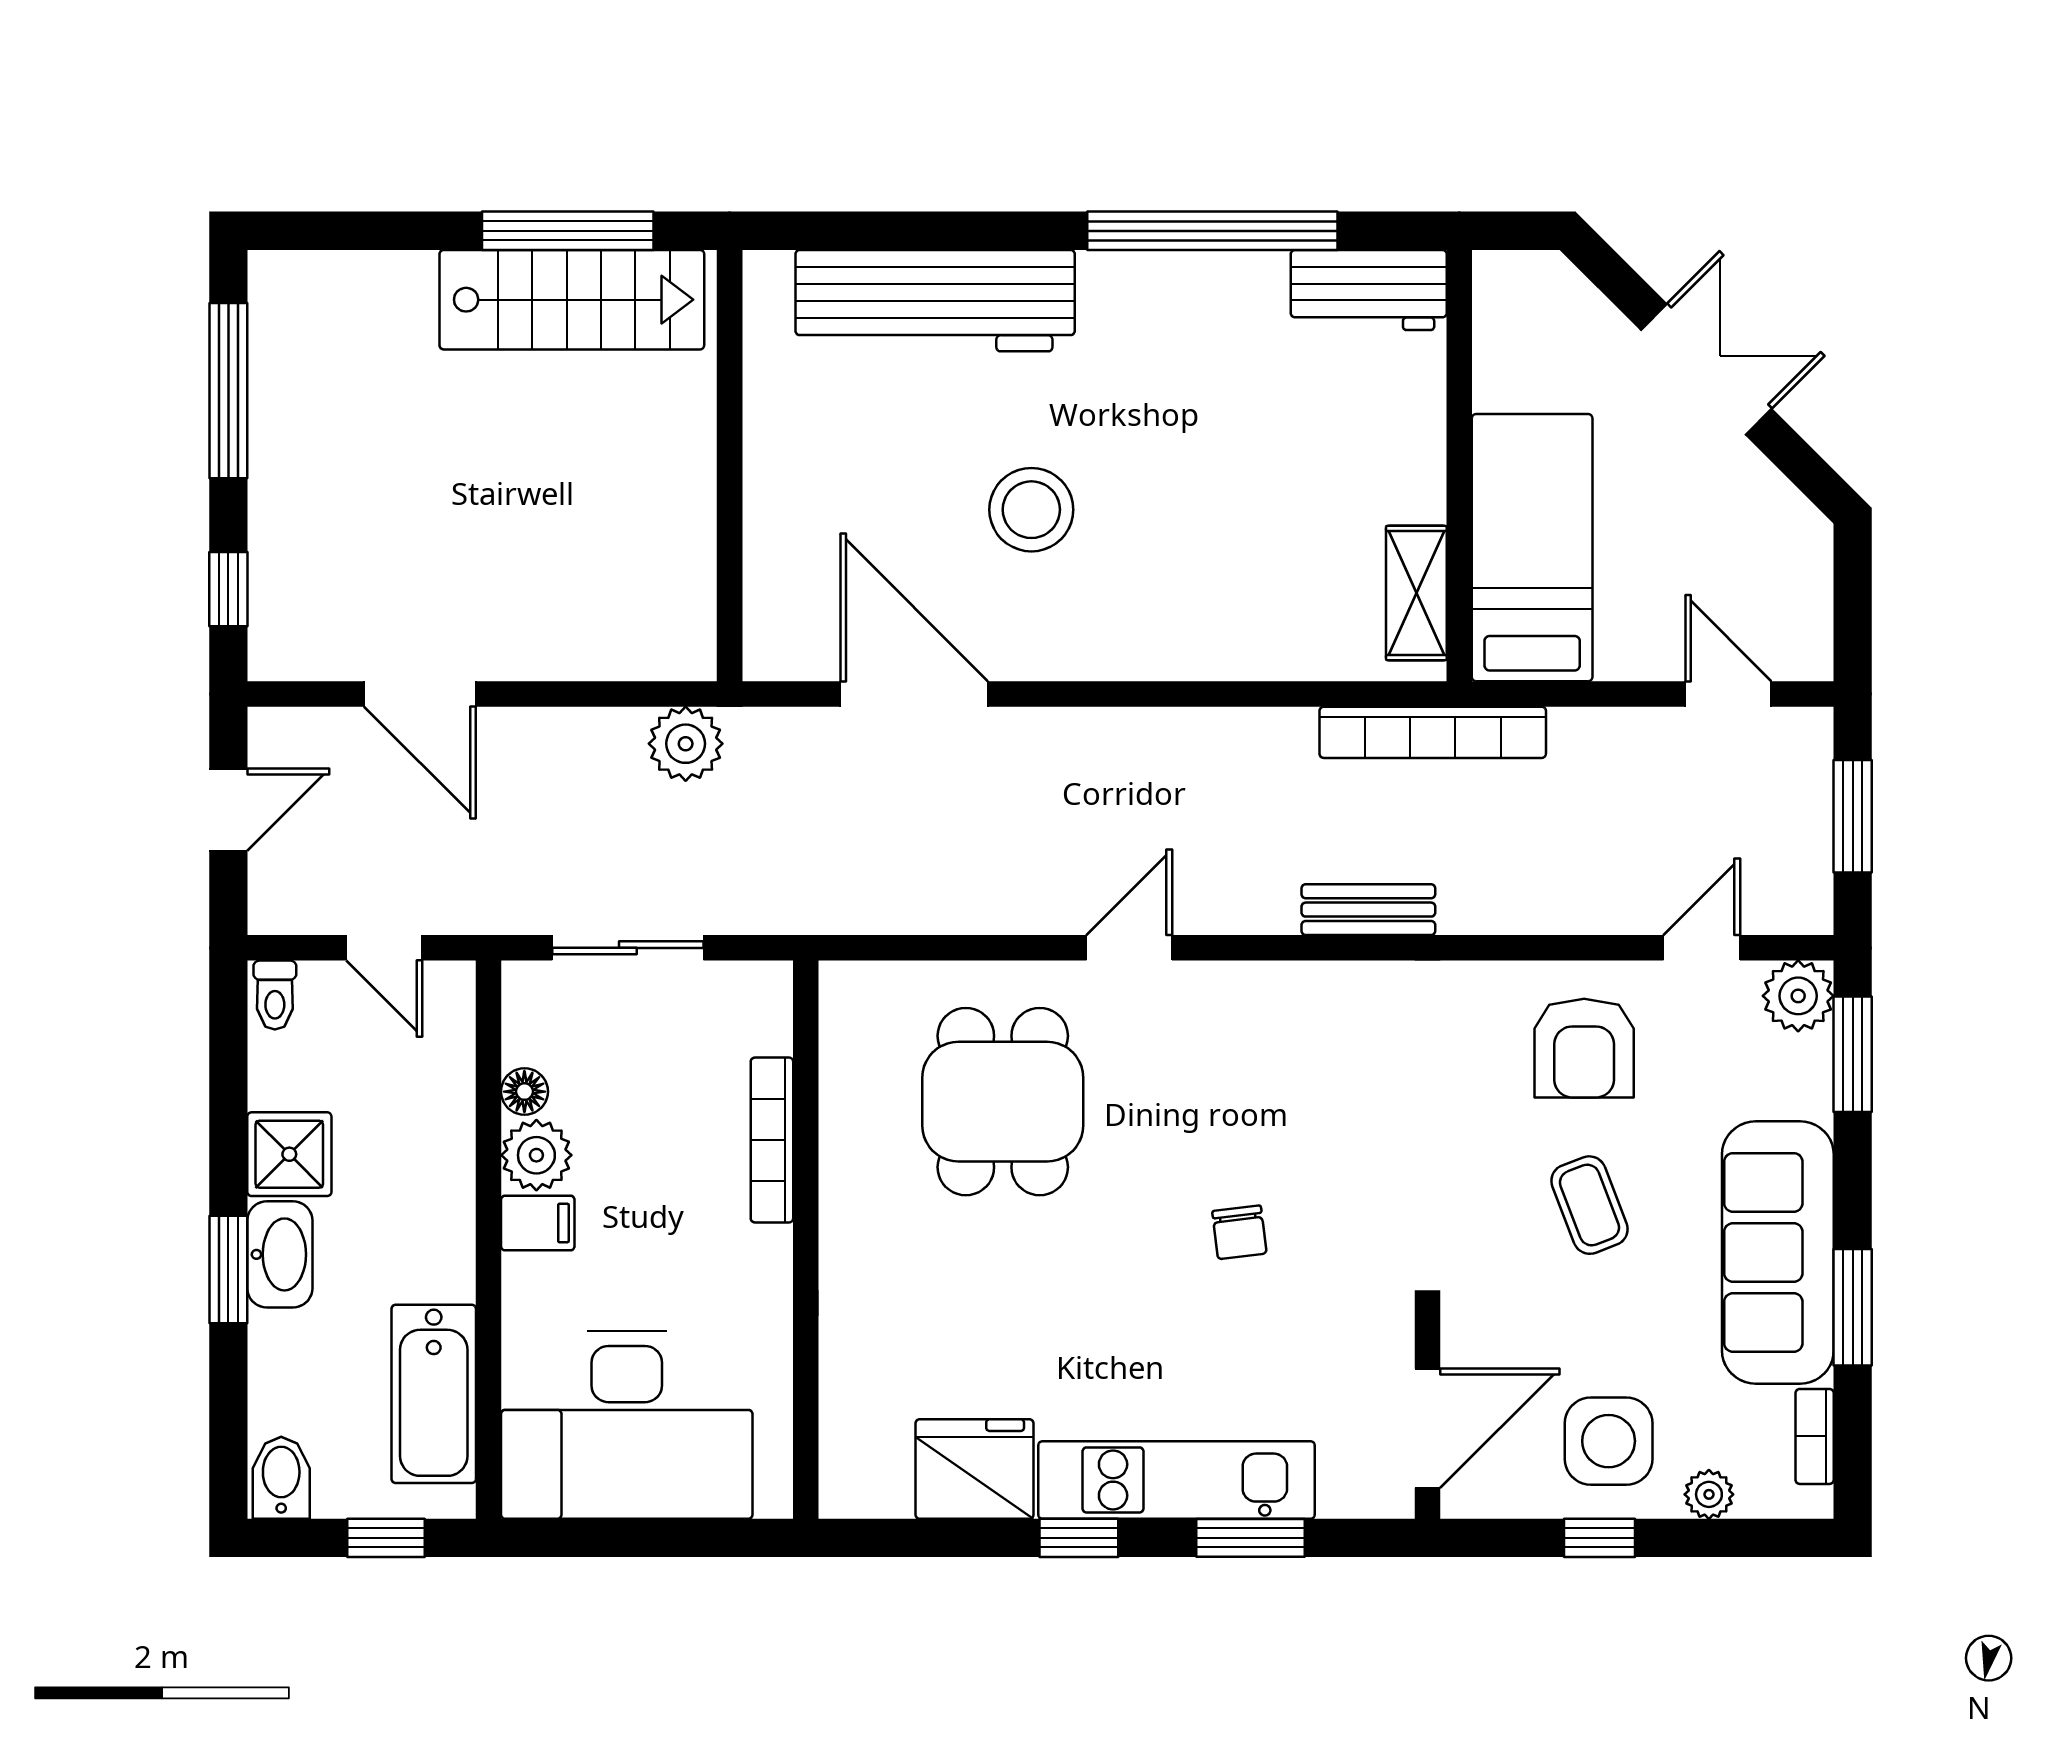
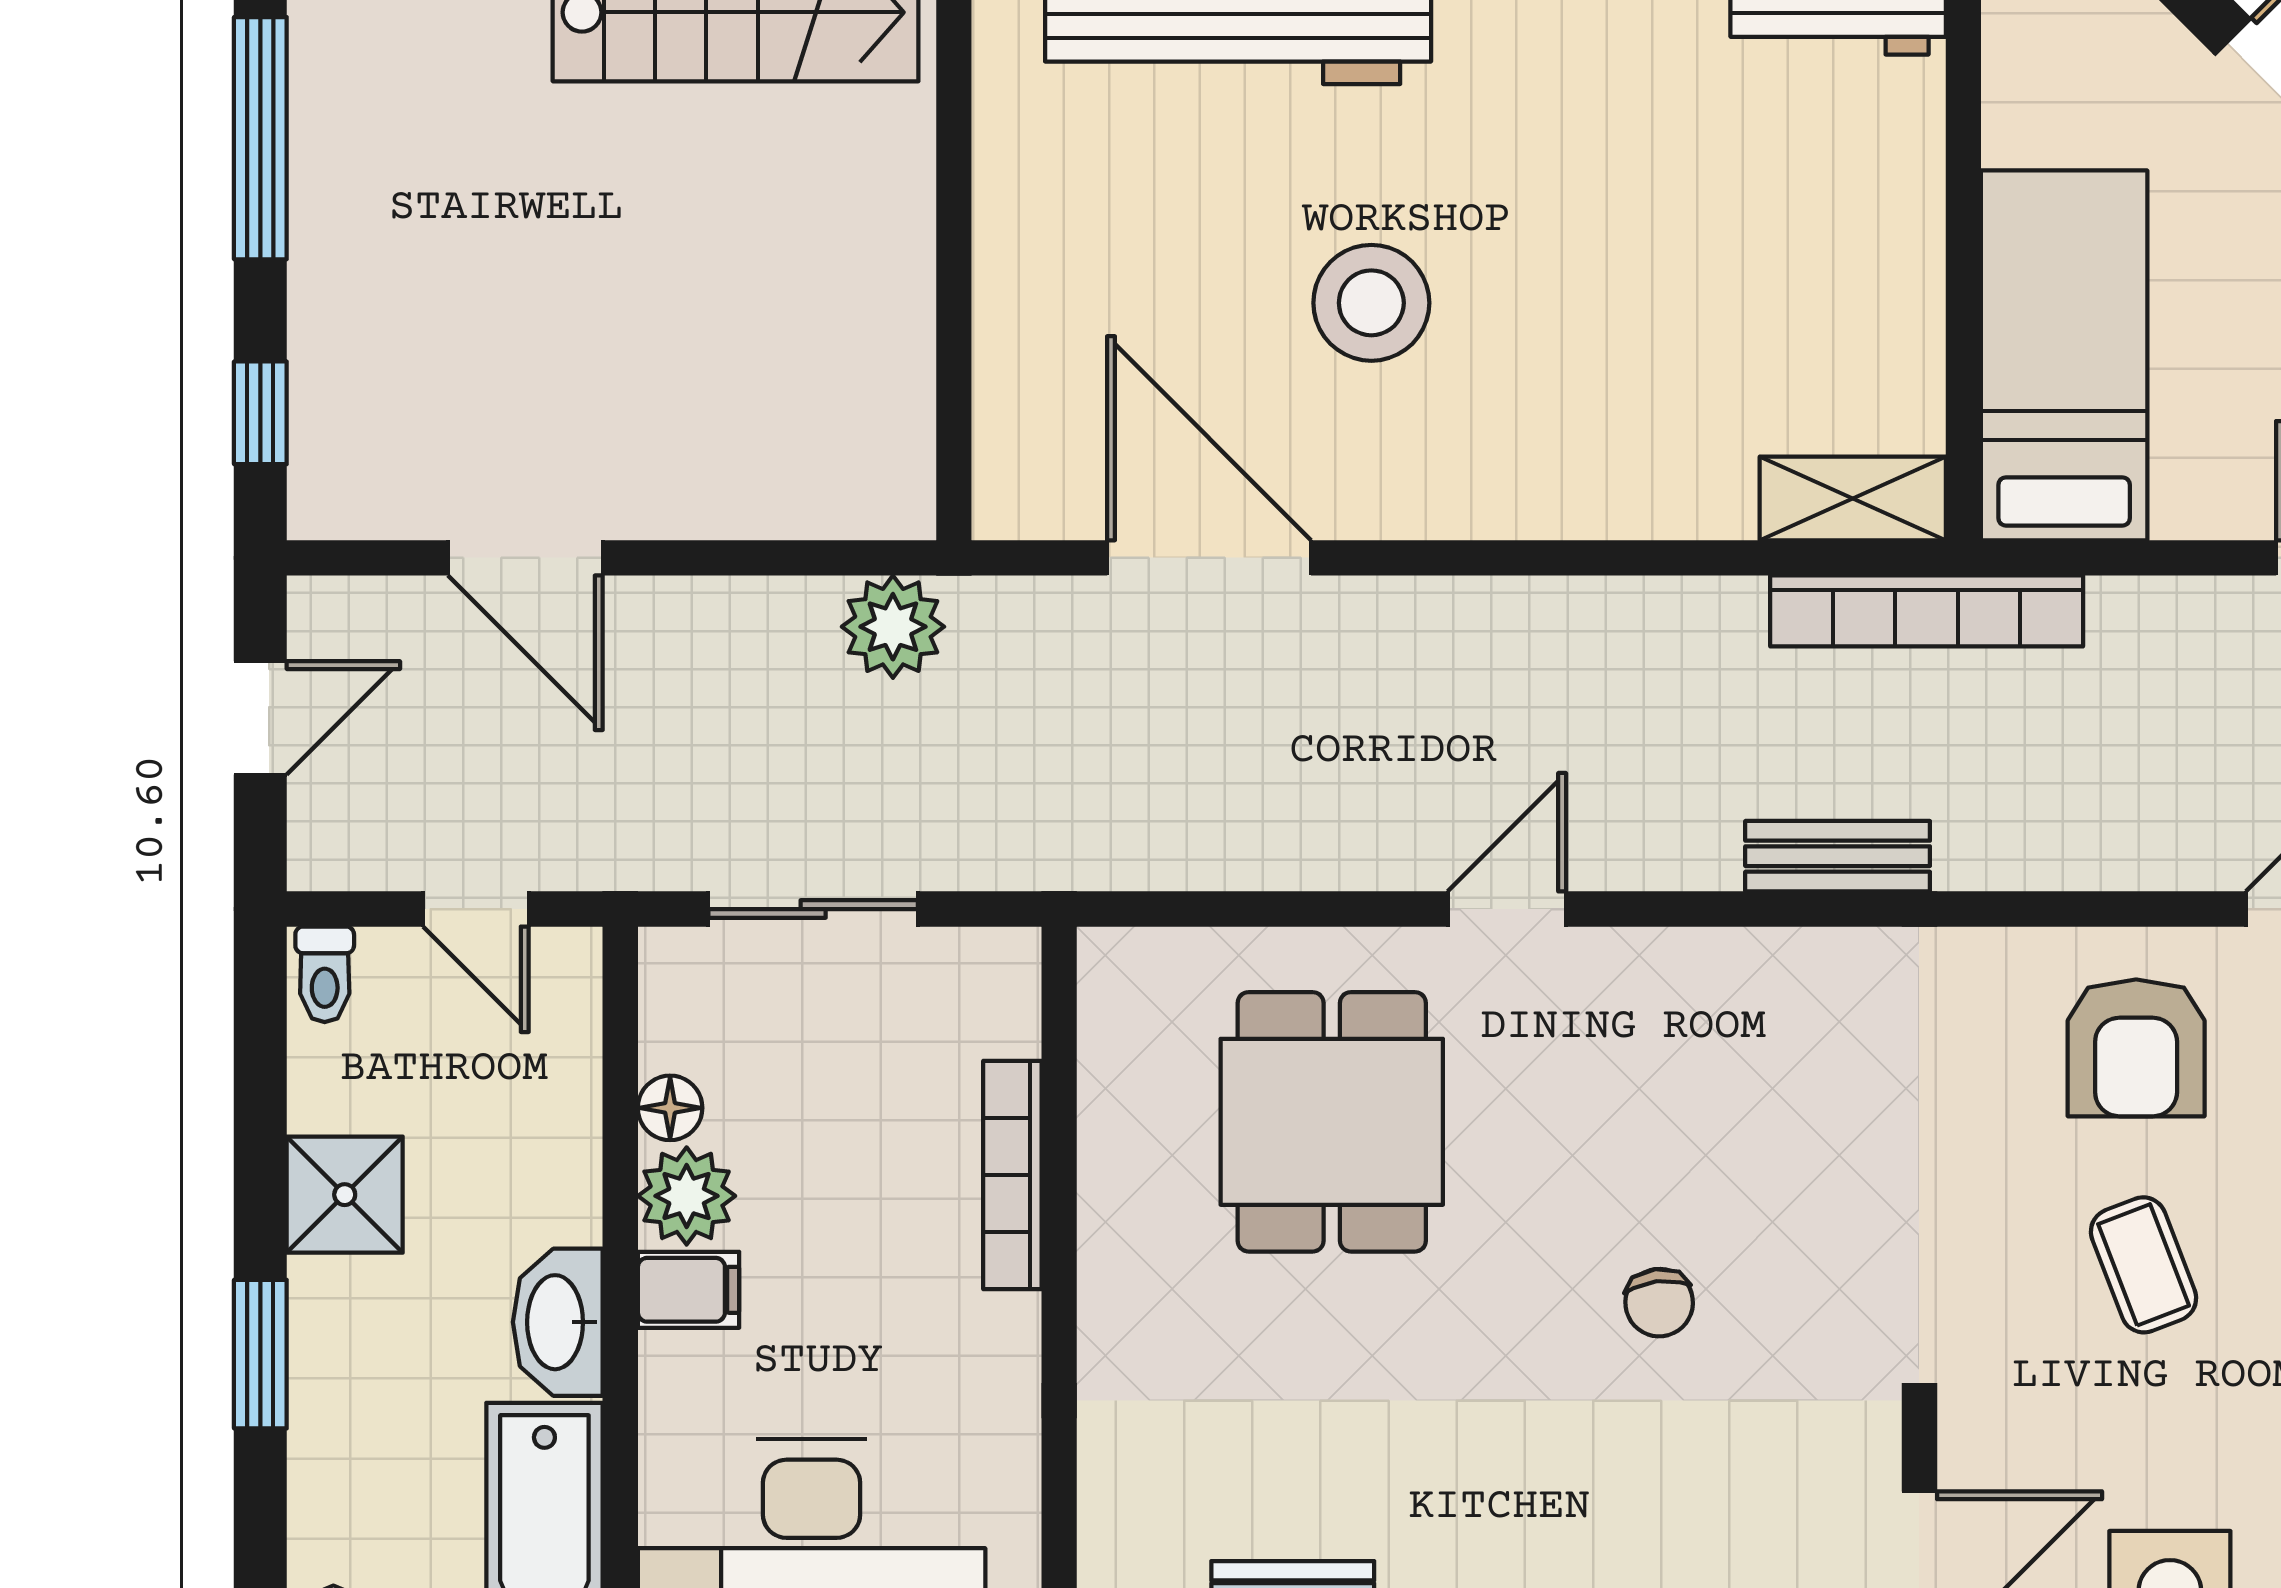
shelving: (1416, 593) -> (1853, 498), moved, turned 90
washbasin: (280, 1254) -> (558, 1322), moved, turned 180

